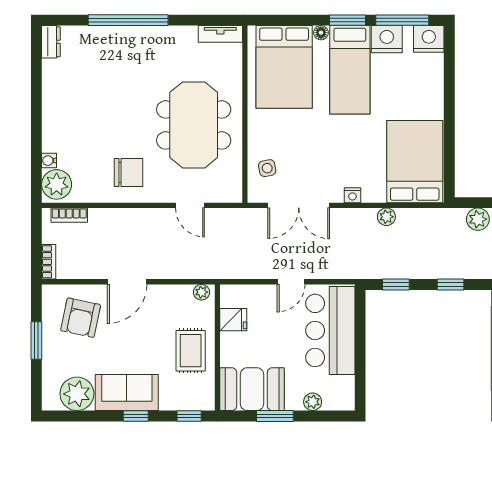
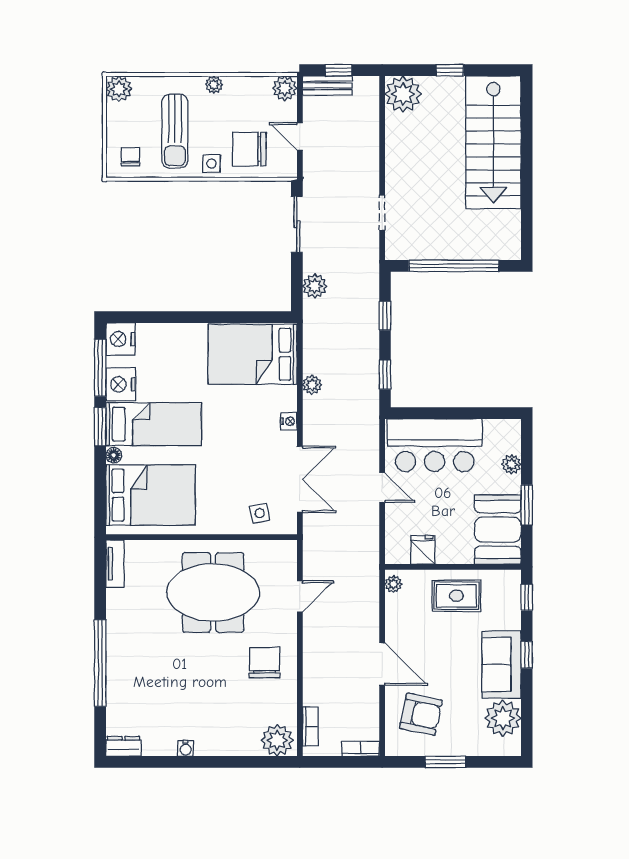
water cooler: (49, 161) -> (186, 748), moved

